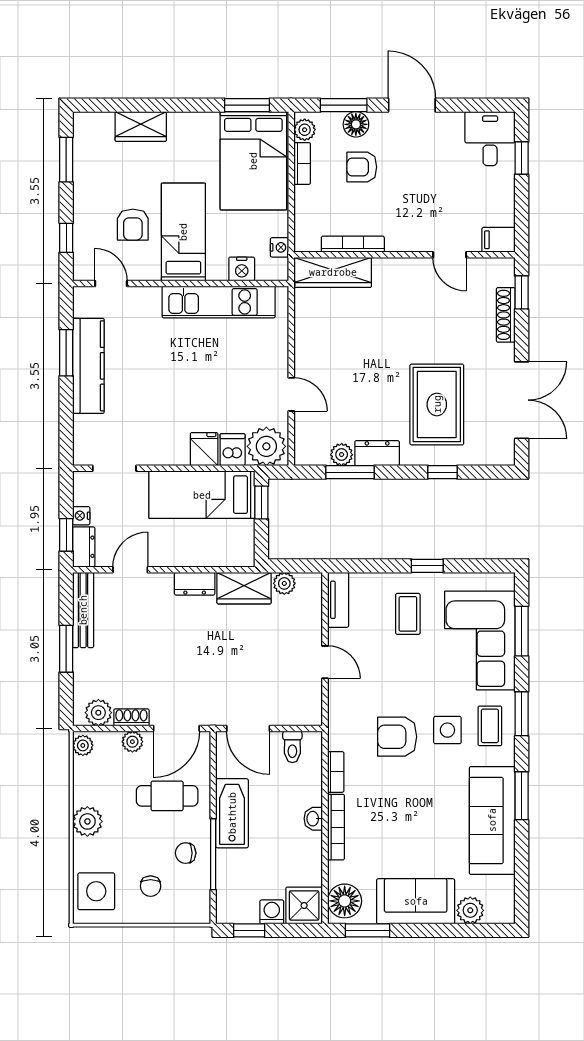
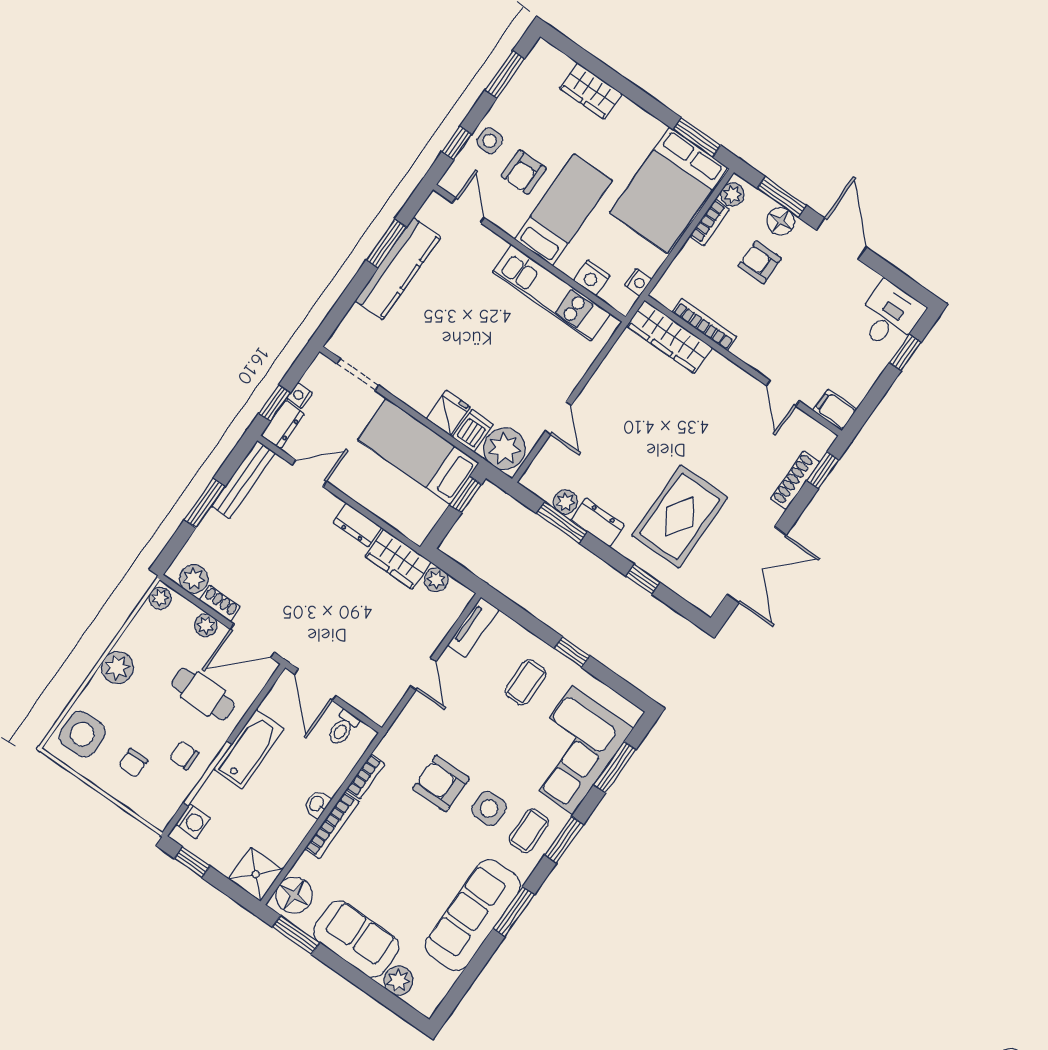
side table: (90, 219) -> (490, 141), added
washing machine: (272, 912) -> (193, 821), moved, turned 90

